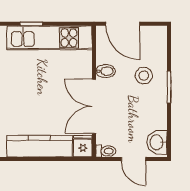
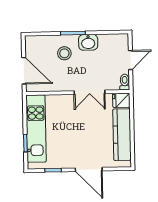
door: (123, 24) -> (24, 71), hinge flipped
bidet: (106, 71) -> (61, 84), removed
double door: (94, 106) -> (89, 92), width x0.73
washbasin: (157, 142) -> (88, 42), moved

